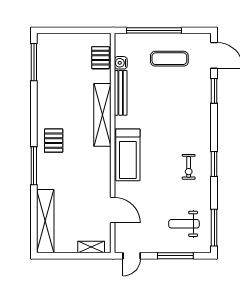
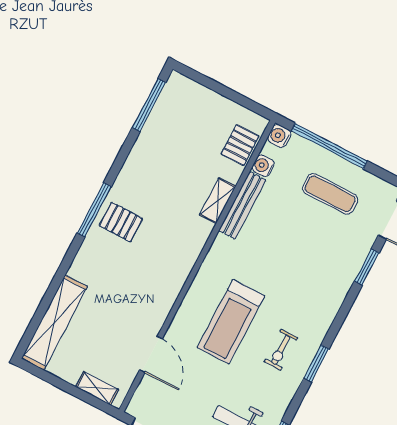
water cooler: (121, 40) -> (279, 136), added
shelving: (102, 115) -> (218, 201), width x0.45, depth x0.75
pallet: (54, 141) -> (121, 222), turned 90
treadmill: (128, 155) -> (231, 322), moved
window: (34, 166) -> (94, 210), moved

